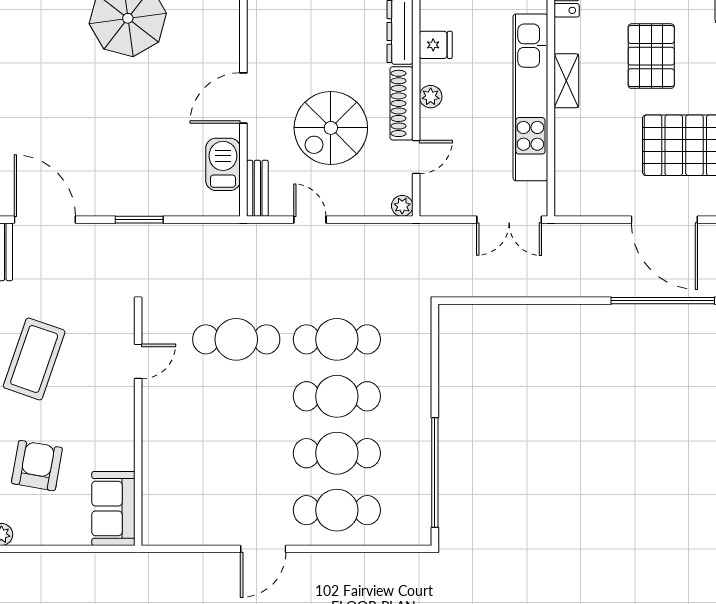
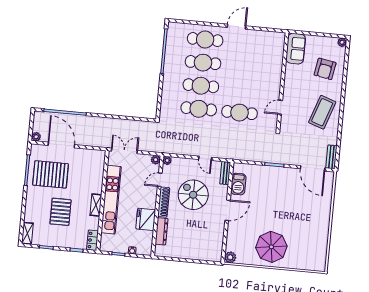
fridge: (436, 45) -> (146, 219), width x1.88, depth x1.34
plant: (431, 97) -> (156, 160), moved
spiral stairs: (331, 128) -> (193, 195), turned -90

